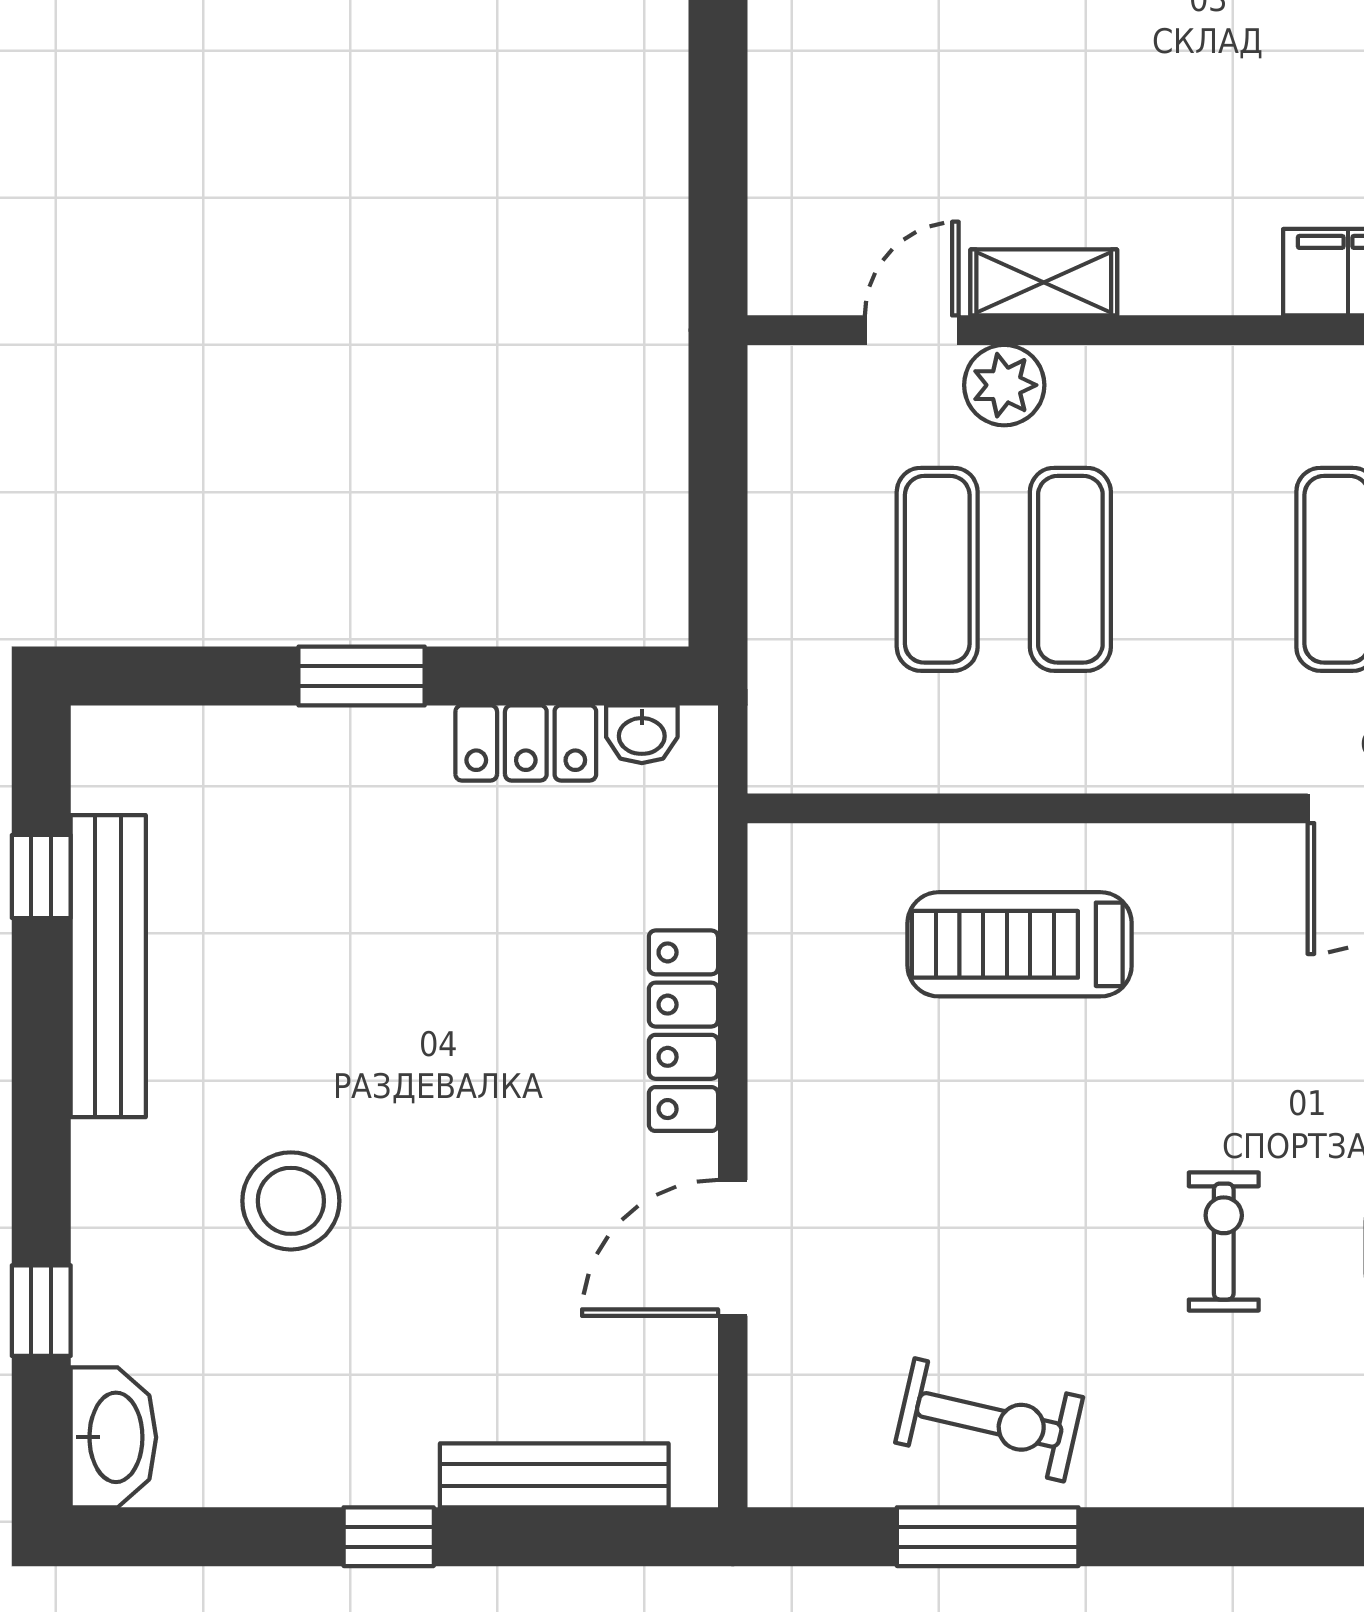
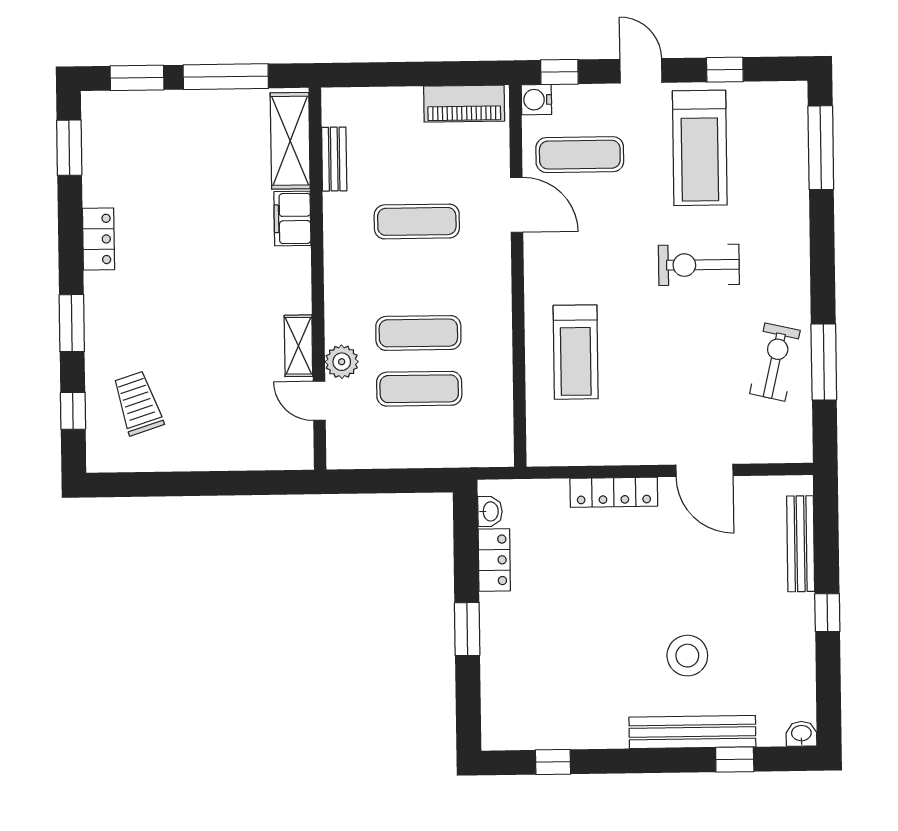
bench: (108, 966) -> (692, 732), moved
exercise bike: (1224, 1242) -> (699, 265), width x1.38, depth x1.39
washbasin: (113, 1437) -> (801, 734), width x0.52, depth x0.69

